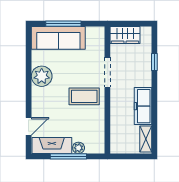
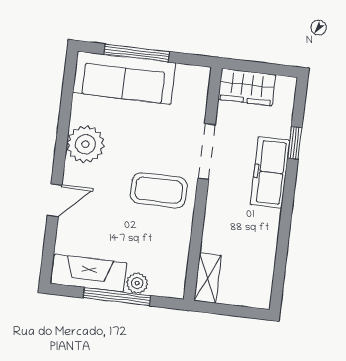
freezer: (143, 106) -> (270, 172), moved
door: (29, 126) -> (55, 200), moved
shelving: (146, 139) -> (208, 278), moved

